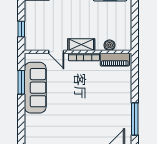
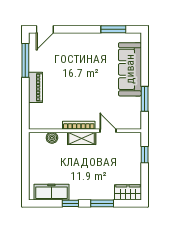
piano: (115, 60) -> (36, 87), moved, turned 90
sofa: (35, 88) -> (130, 69), moved

